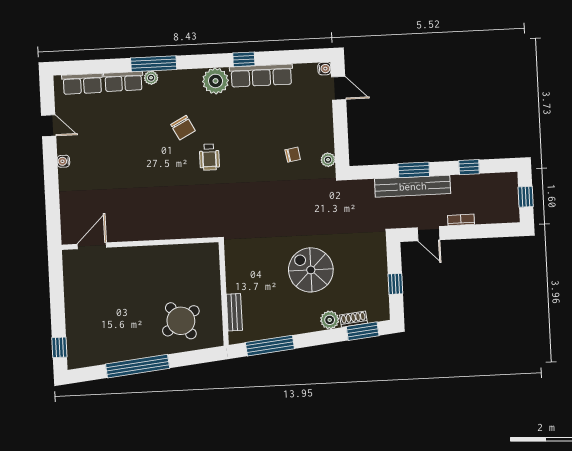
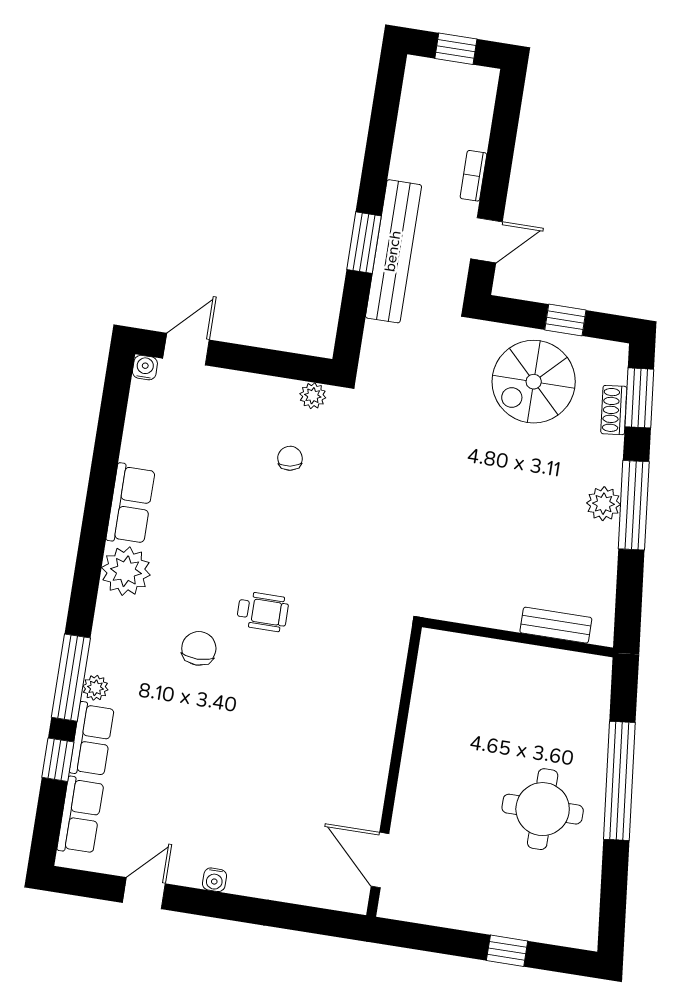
window: (244, 59) -> (58, 760), moved
row of seats: (261, 76) -> (131, 504), width x0.68
chair: (183, 128) -> (199, 648), turned -62
window: (469, 167) -> (380, 141), removed
spiral stairs: (311, 270) -> (534, 382), moved
plant: (330, 320) -> (603, 504), moved
round table: (181, 321) -> (543, 809), moved, turned 35
window: (270, 346) -> (634, 505), moved
window: (59, 347) -> (507, 951), moved
window: (138, 366) -> (619, 781), moved

